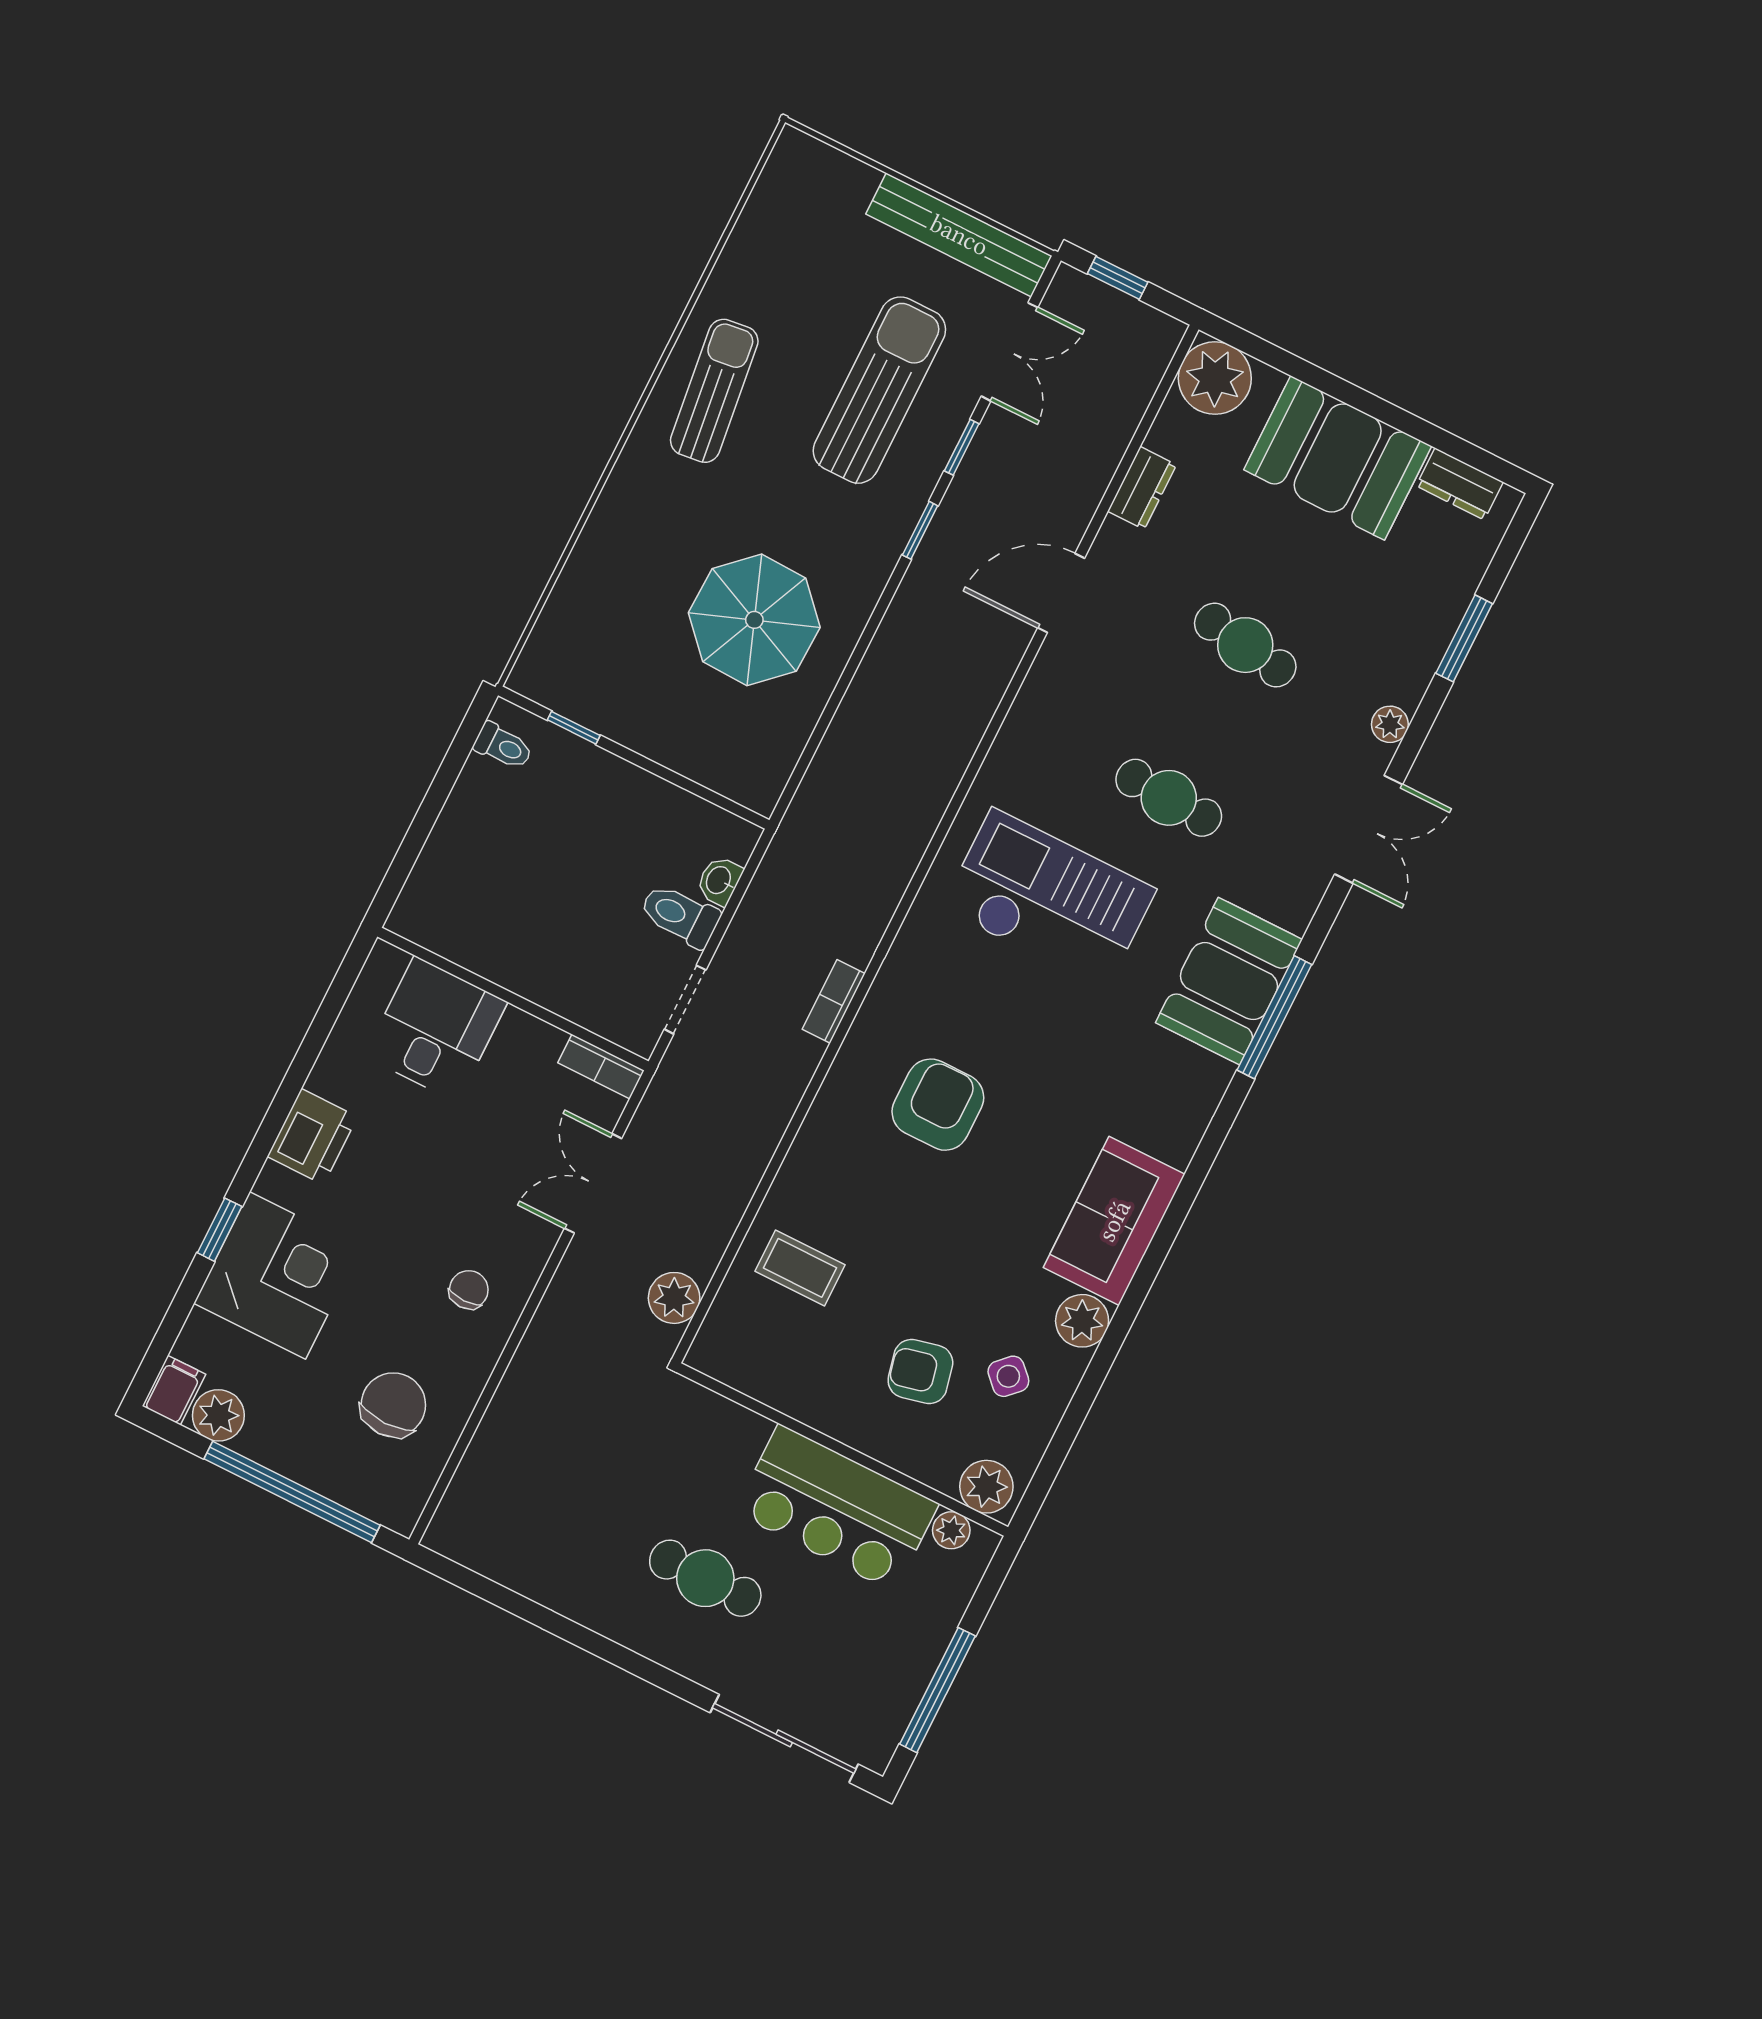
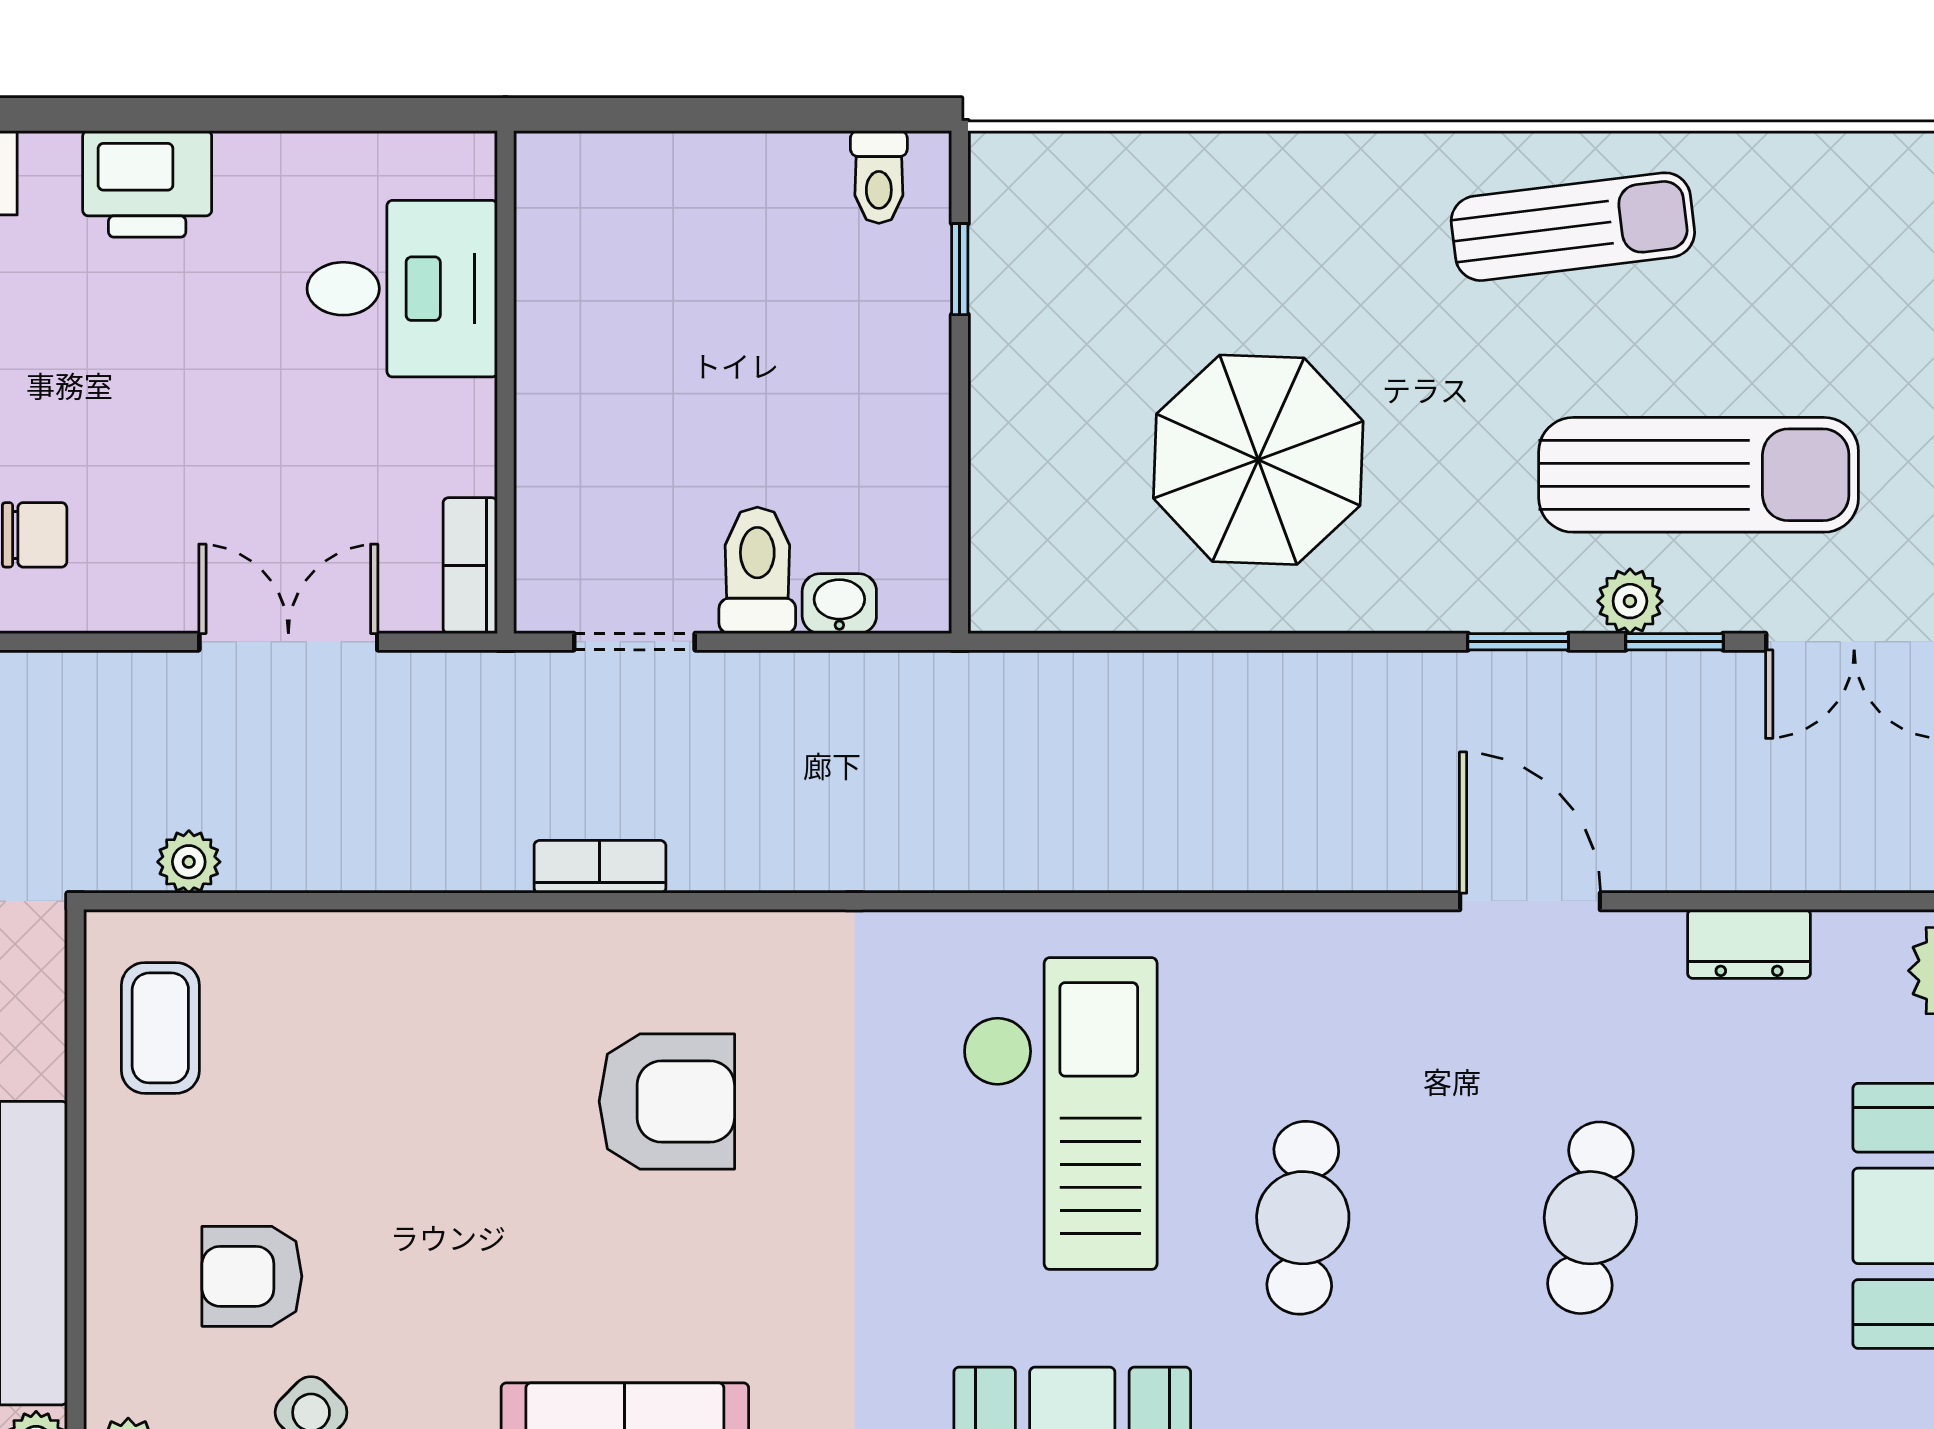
plant: (928, 460) -> (1630, 601), added
bookcase: (834, 1001) -> (600, 867), moved
coffee table: (800, 1268) -> (160, 1028), moved
plant: (674, 1298) -> (189, 862), width x0.73, depth x0.73
armchair: (920, 1371) -> (252, 1276), turned -77

